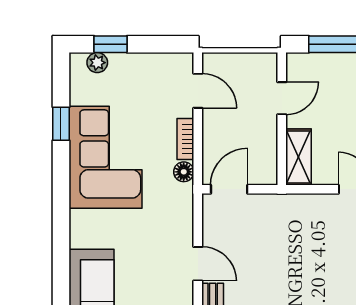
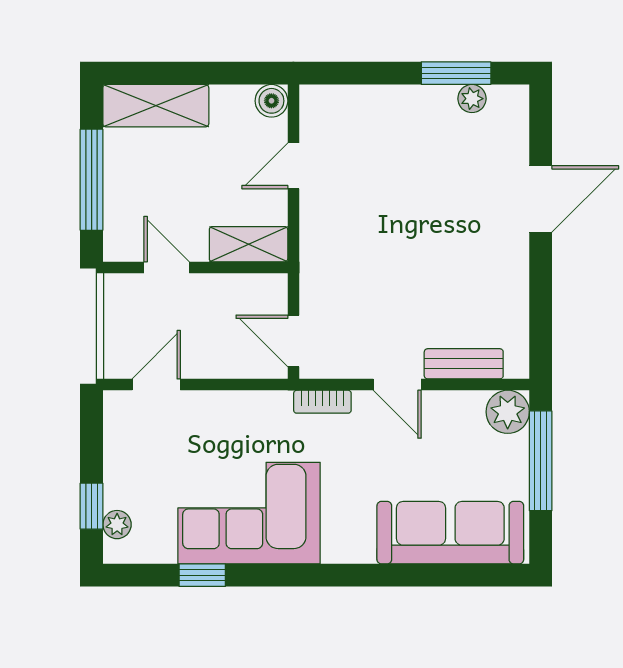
bookcase: (185, 139) -> (322, 402), moved
floor lamp: (184, 172) -> (269, 404), removed
door: (198, 264) -> (397, 385), swing flipped

